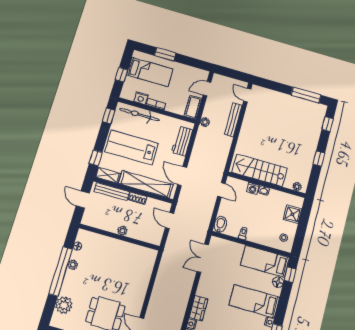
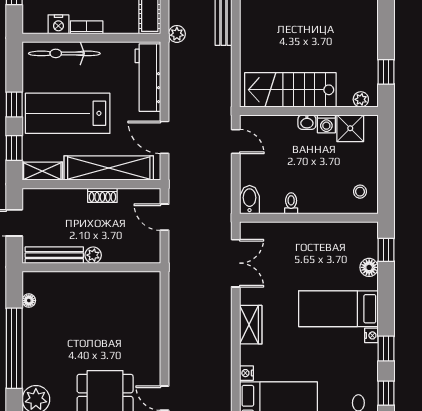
window: (109, 116) -> (14, 105), moved
workbench: (182, 141) -> (148, 78), width x1.38
window: (319, 159) -> (386, 72), moved
washing machine: (253, 188) -> (326, 124), moved
bench: (112, 192) -> (54, 255), moved
shower: (292, 214) -> (350, 128), moved
double door: (203, 258) -> (236, 263), swing flipped
bed: (265, 261) -> (339, 239), removed
plant: (73, 265) -> (30, 332), removed
wardrobe: (198, 308) -> (251, 325), moved

